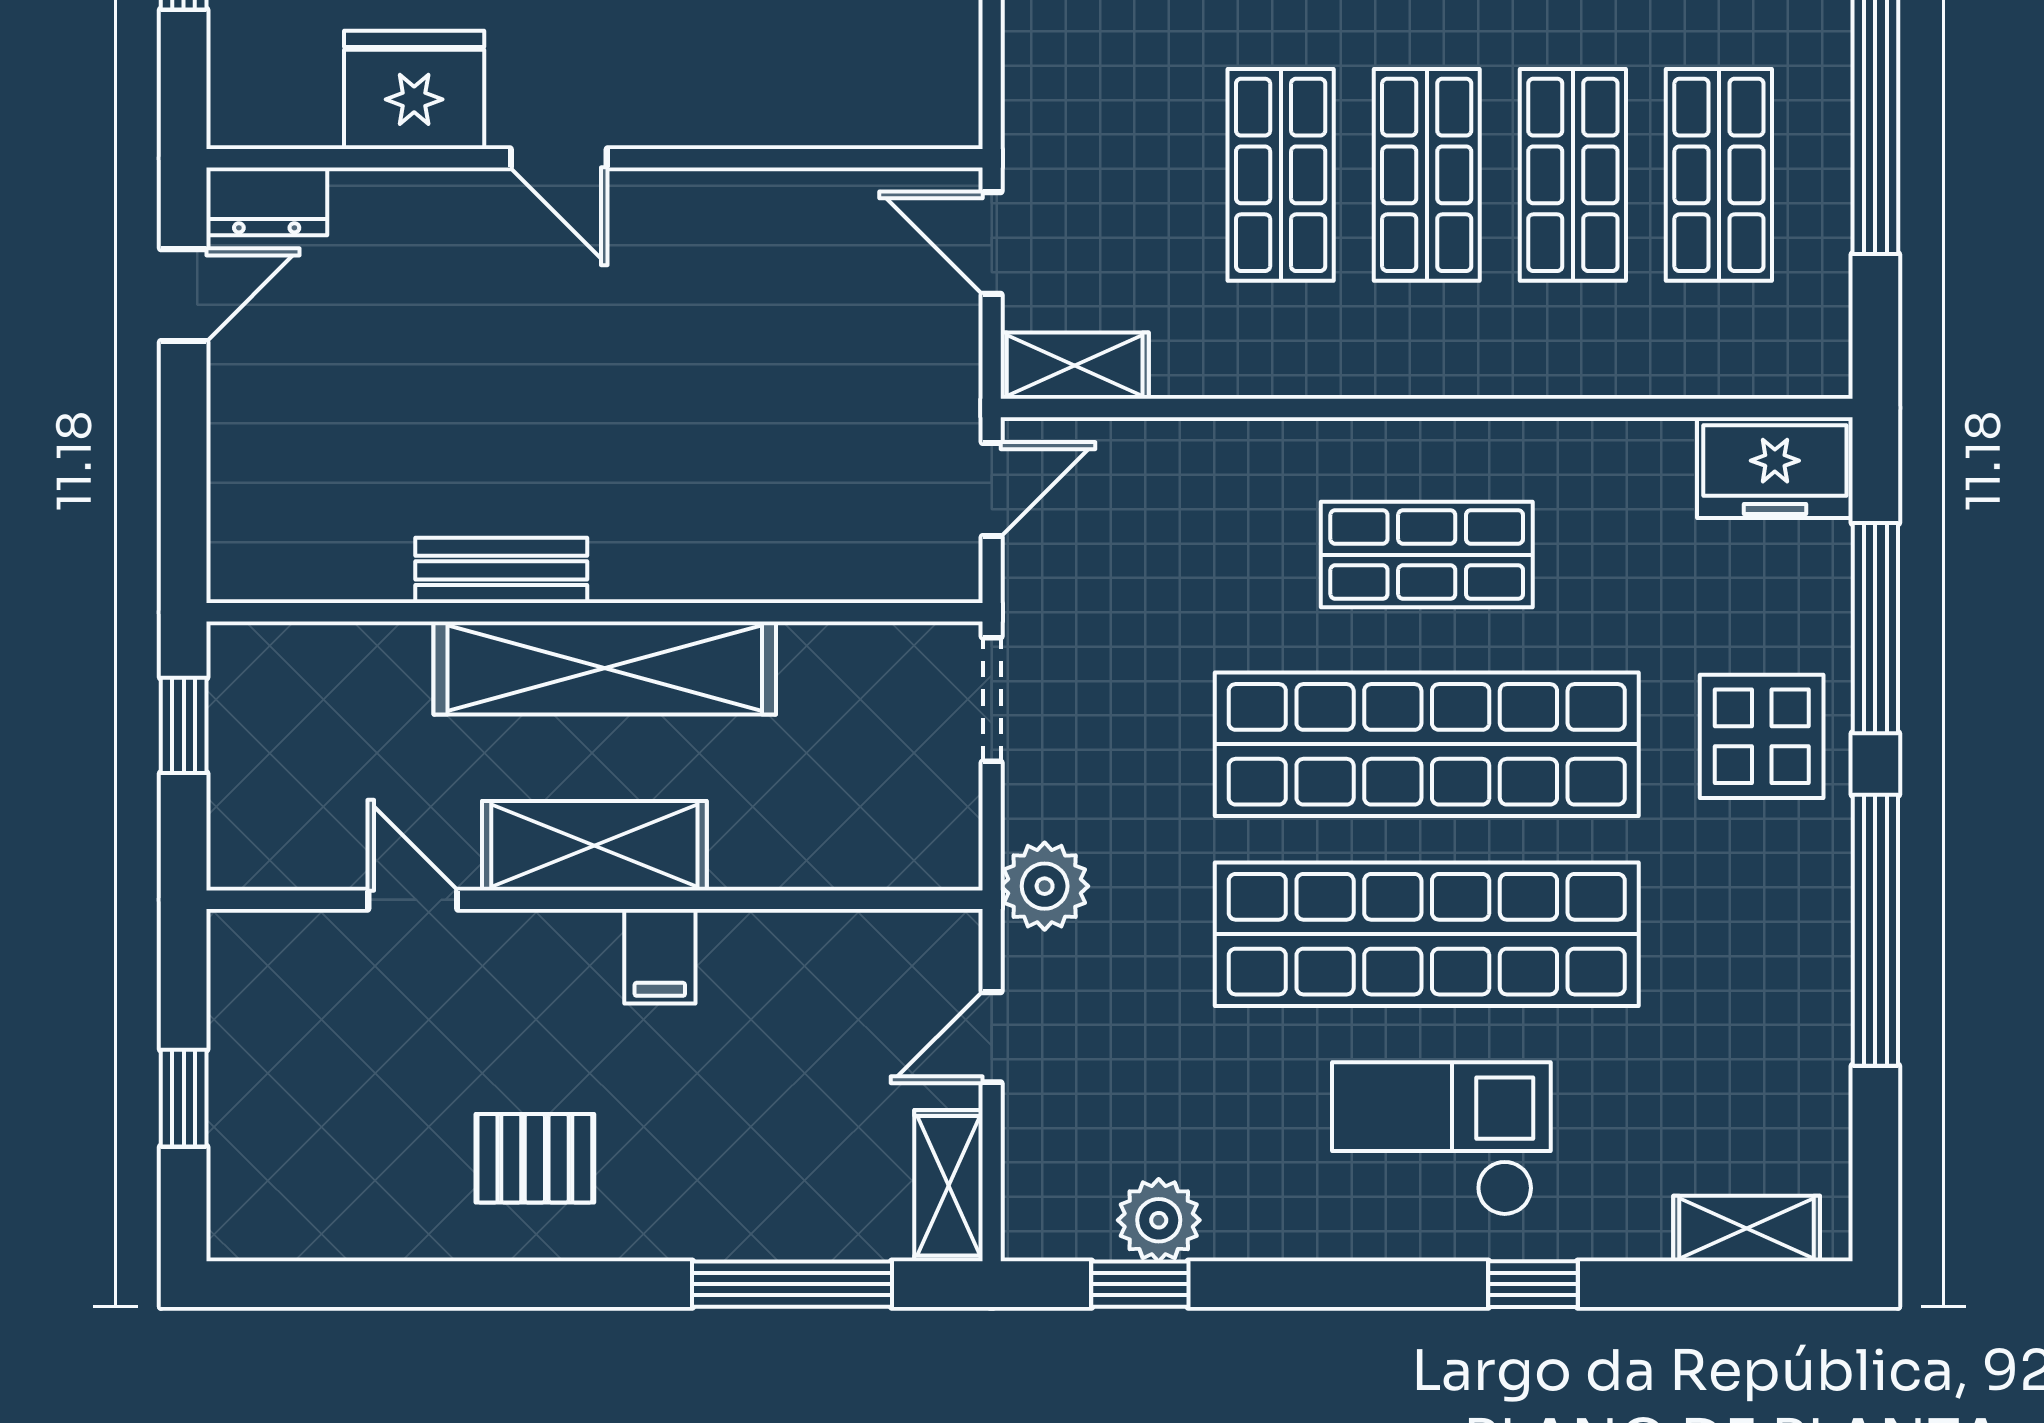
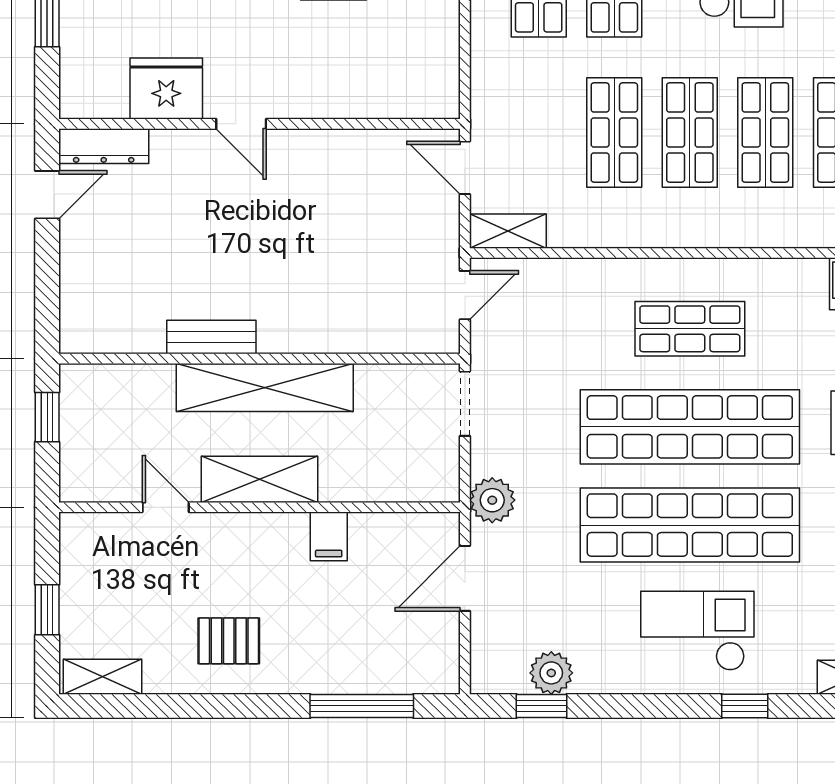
dresser: (267, 201) -> (104, 146), width x1.44
filing cabinet: (660, 956) -> (329, 536), moved
door: (992, 1037) -> (465, 578), width x1.38
shelving: (949, 1186) -> (102, 677), moved, turned 90

